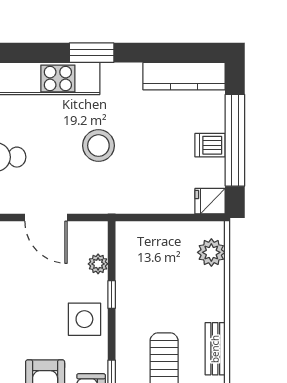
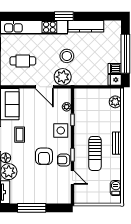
kitchen counter: (184, 76) -> (86, 26), moved
dishwasher: (210, 145) -> (115, 68), moved
plant: (89, 194) -> (63, 77), added

